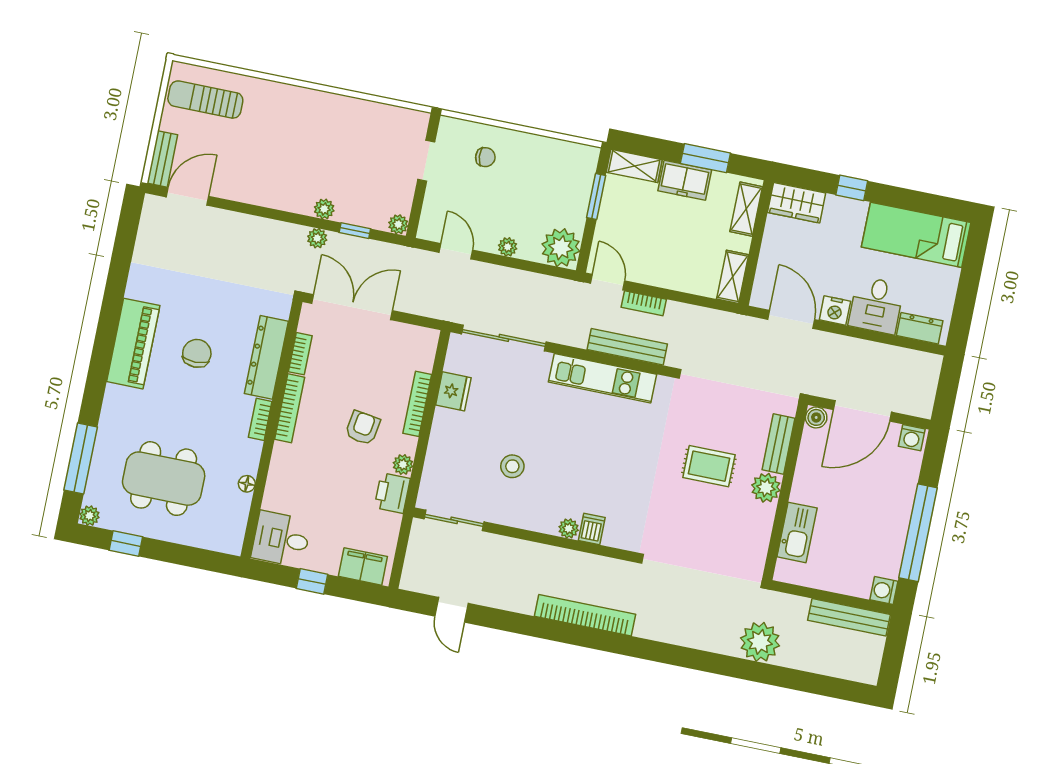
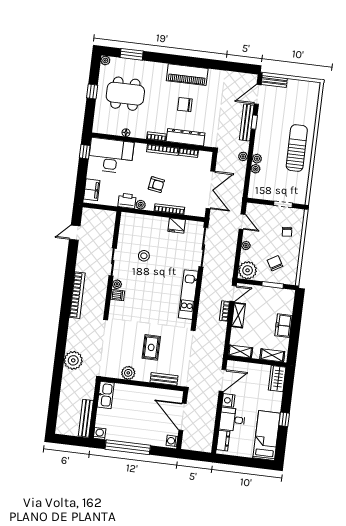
sun lounger: (205, 100) -> (297, 148), moved, width x1.36, depth x1.34
window: (705, 158) -> (295, 334), removed
shelving: (634, 166) -> (238, 315), moved
chair: (550, 188) -> (275, 263), added
window: (852, 188) -> (284, 419), moved
door: (187, 197) -> (258, 94), swing flipped
plant: (398, 224) -> (256, 169), moved
window: (355, 231) -> (254, 122), moved
door: (456, 251) -> (242, 222), hinge flipped
double door: (352, 307) -> (210, 190), moved
bench: (627, 347) -> (247, 123), moved
chair: (197, 353) -> (185, 105), turned 180
boiler: (816, 417) -> (178, 396), removed
window: (81, 459) -> (132, 54), width x0.69
dining table: (164, 479) -> (125, 94), turned 90
plant: (766, 488) -> (128, 373), moved
sliding door: (454, 520) -> (113, 262), moved
kitchen sink: (797, 532) -> (106, 395), moved, turned -90
desk: (281, 539) -> (111, 156), width x1.87, depth x1.30
window: (126, 544) -> (92, 91), moved
window: (312, 581) -> (85, 152), moved
plant: (760, 642) -> (73, 360), moved

